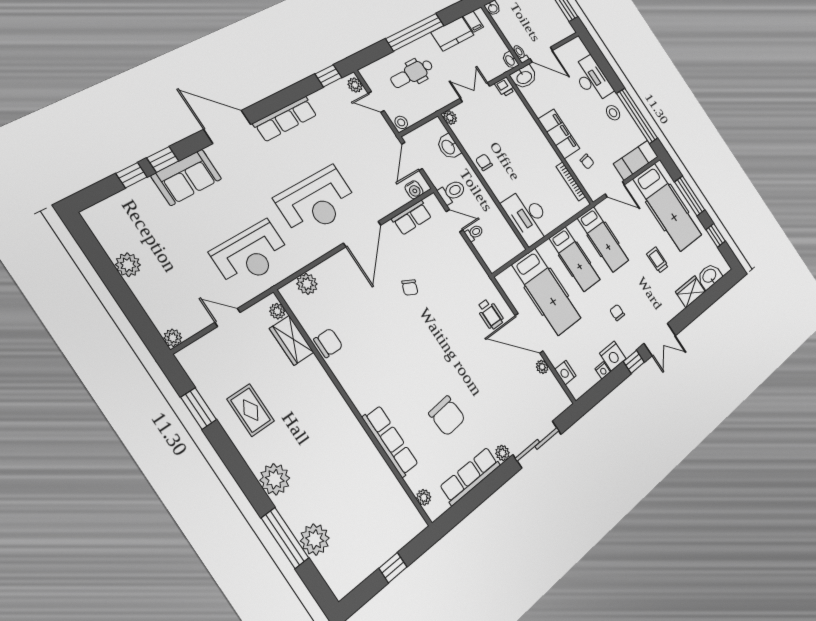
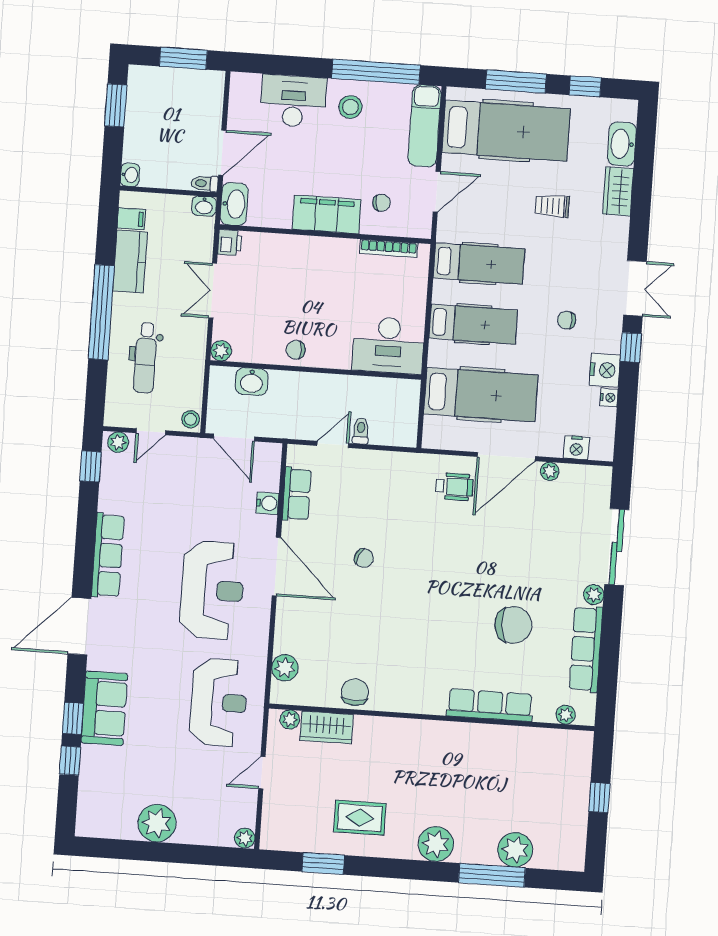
water cooler: (414, 190) -> (268, 503), moved
toilet: (452, 192) -> (301, 420), removed
plant: (128, 265) -> (157, 823), width x1.36, depth x1.36

